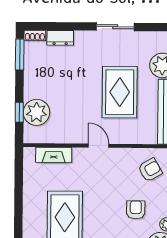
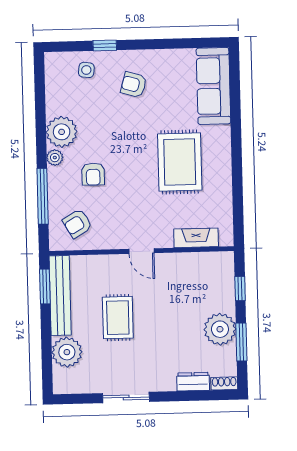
window: (20, 54) -> (241, 342), moved
rug: (120, 92) -> (118, 318), width x0.73, depth x0.70
plant: (36, 112) -> (220, 329), moved

